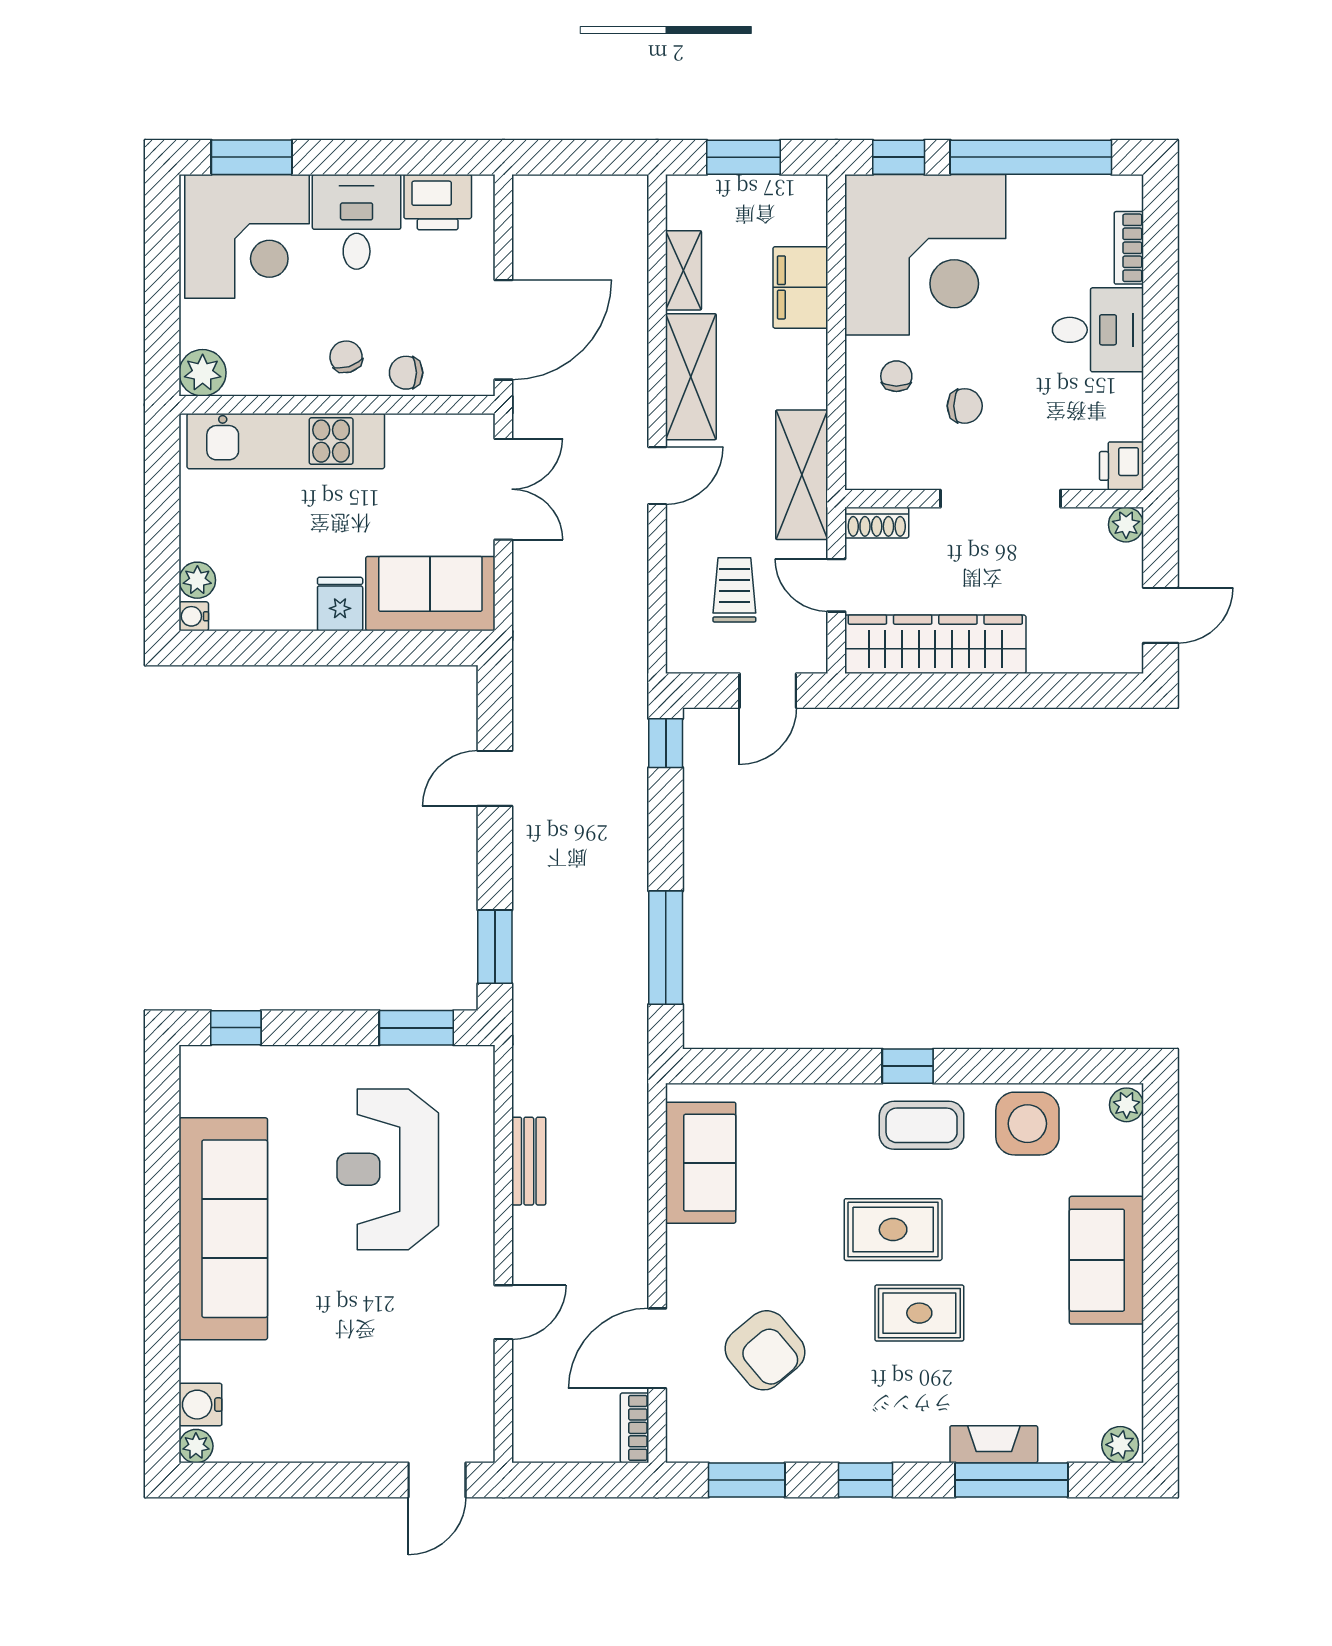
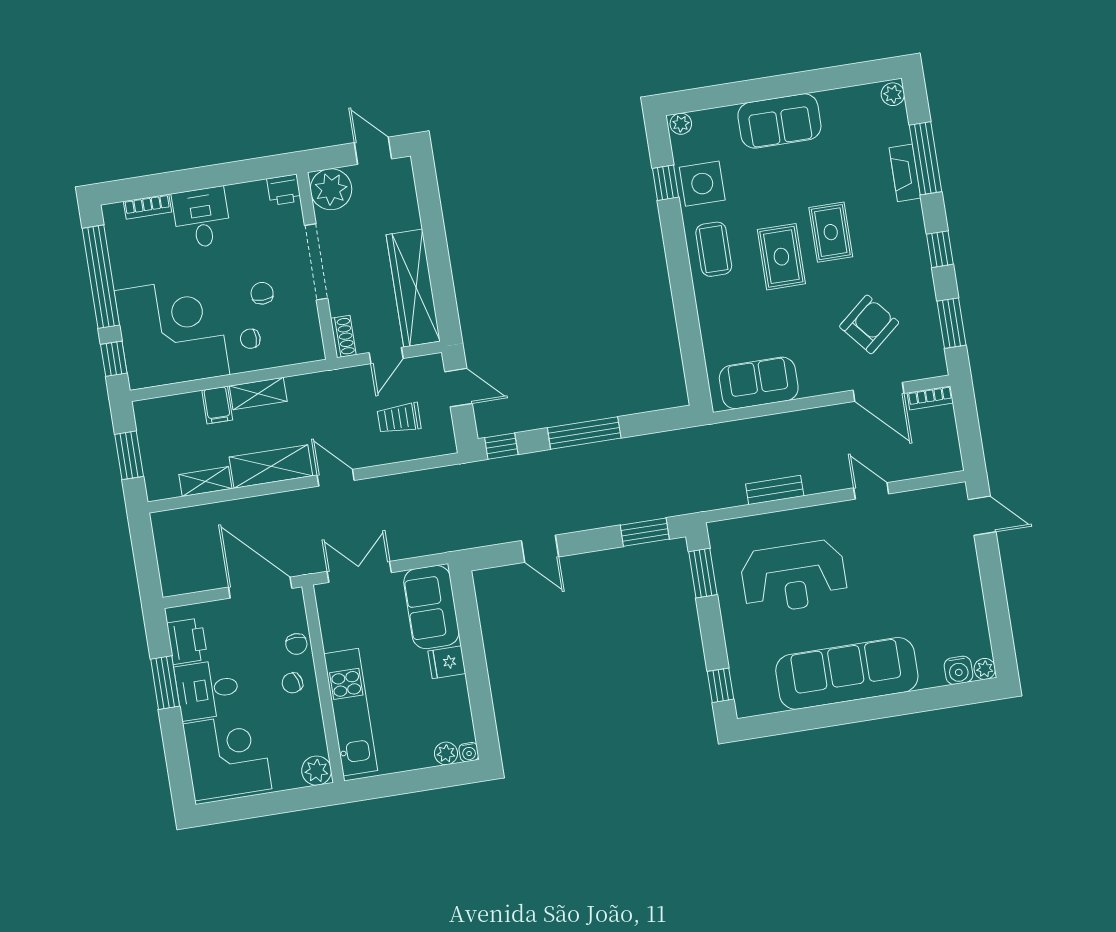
window: (252, 157) -> (165, 683), moved
filing cabinet: (800, 287) -> (217, 405), width x0.50
shelving: (802, 475) -> (258, 394), moved, width x0.67, depth x0.75
plant: (1126, 525) -> (331, 189), width x1.87, depth x1.87
window: (666, 948) -> (584, 433), moved
window: (908, 1066) -> (665, 183), moved

